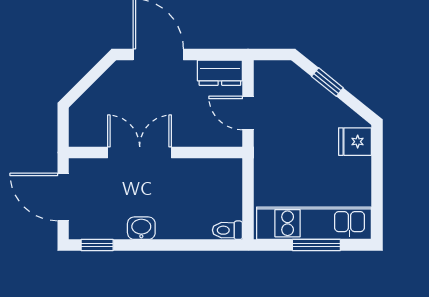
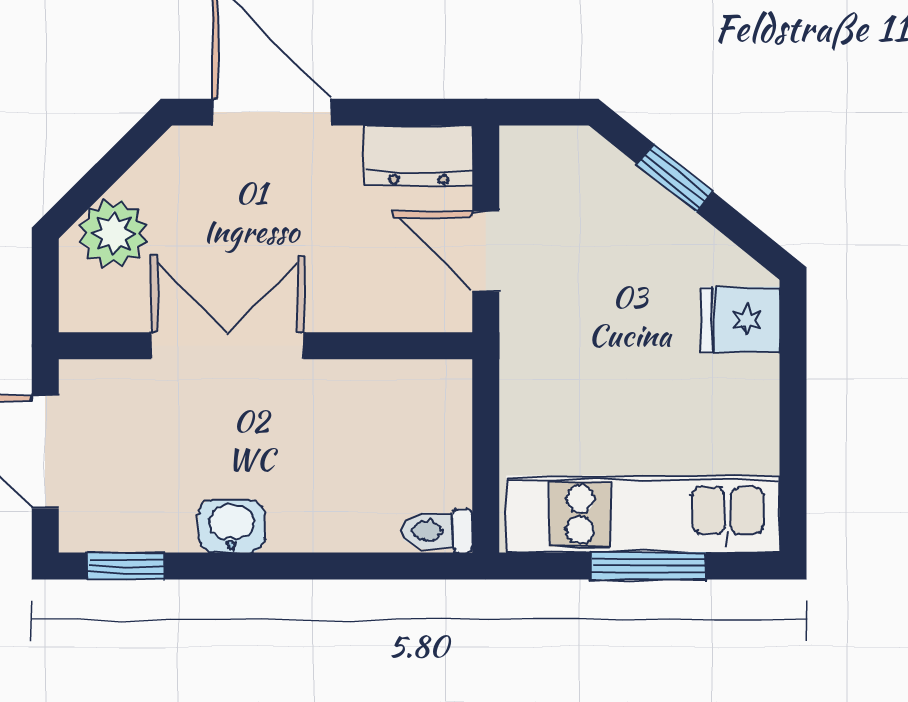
plant: (92, 105) -> (113, 233), added

